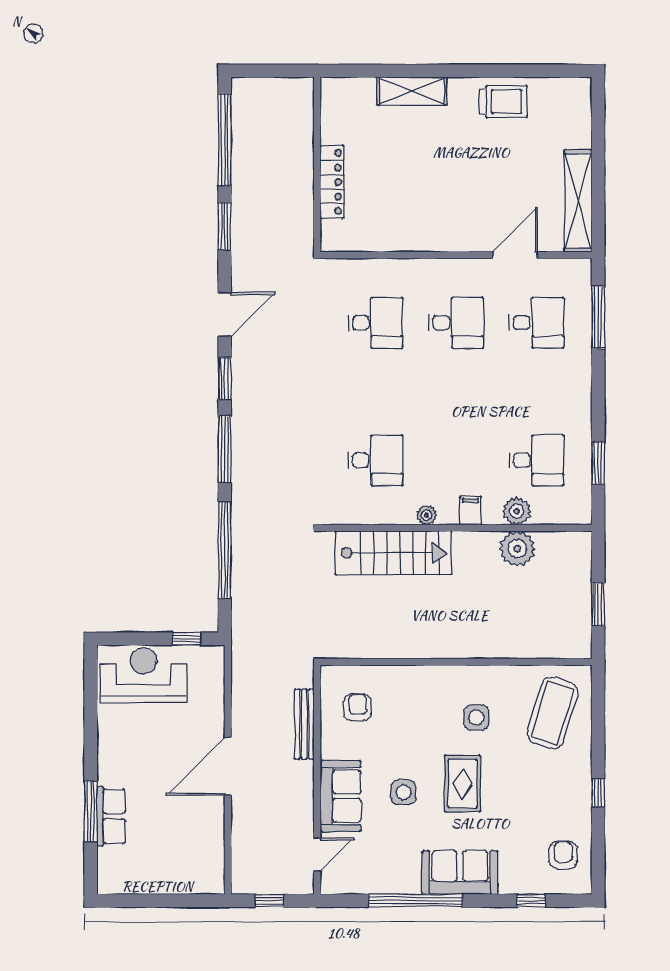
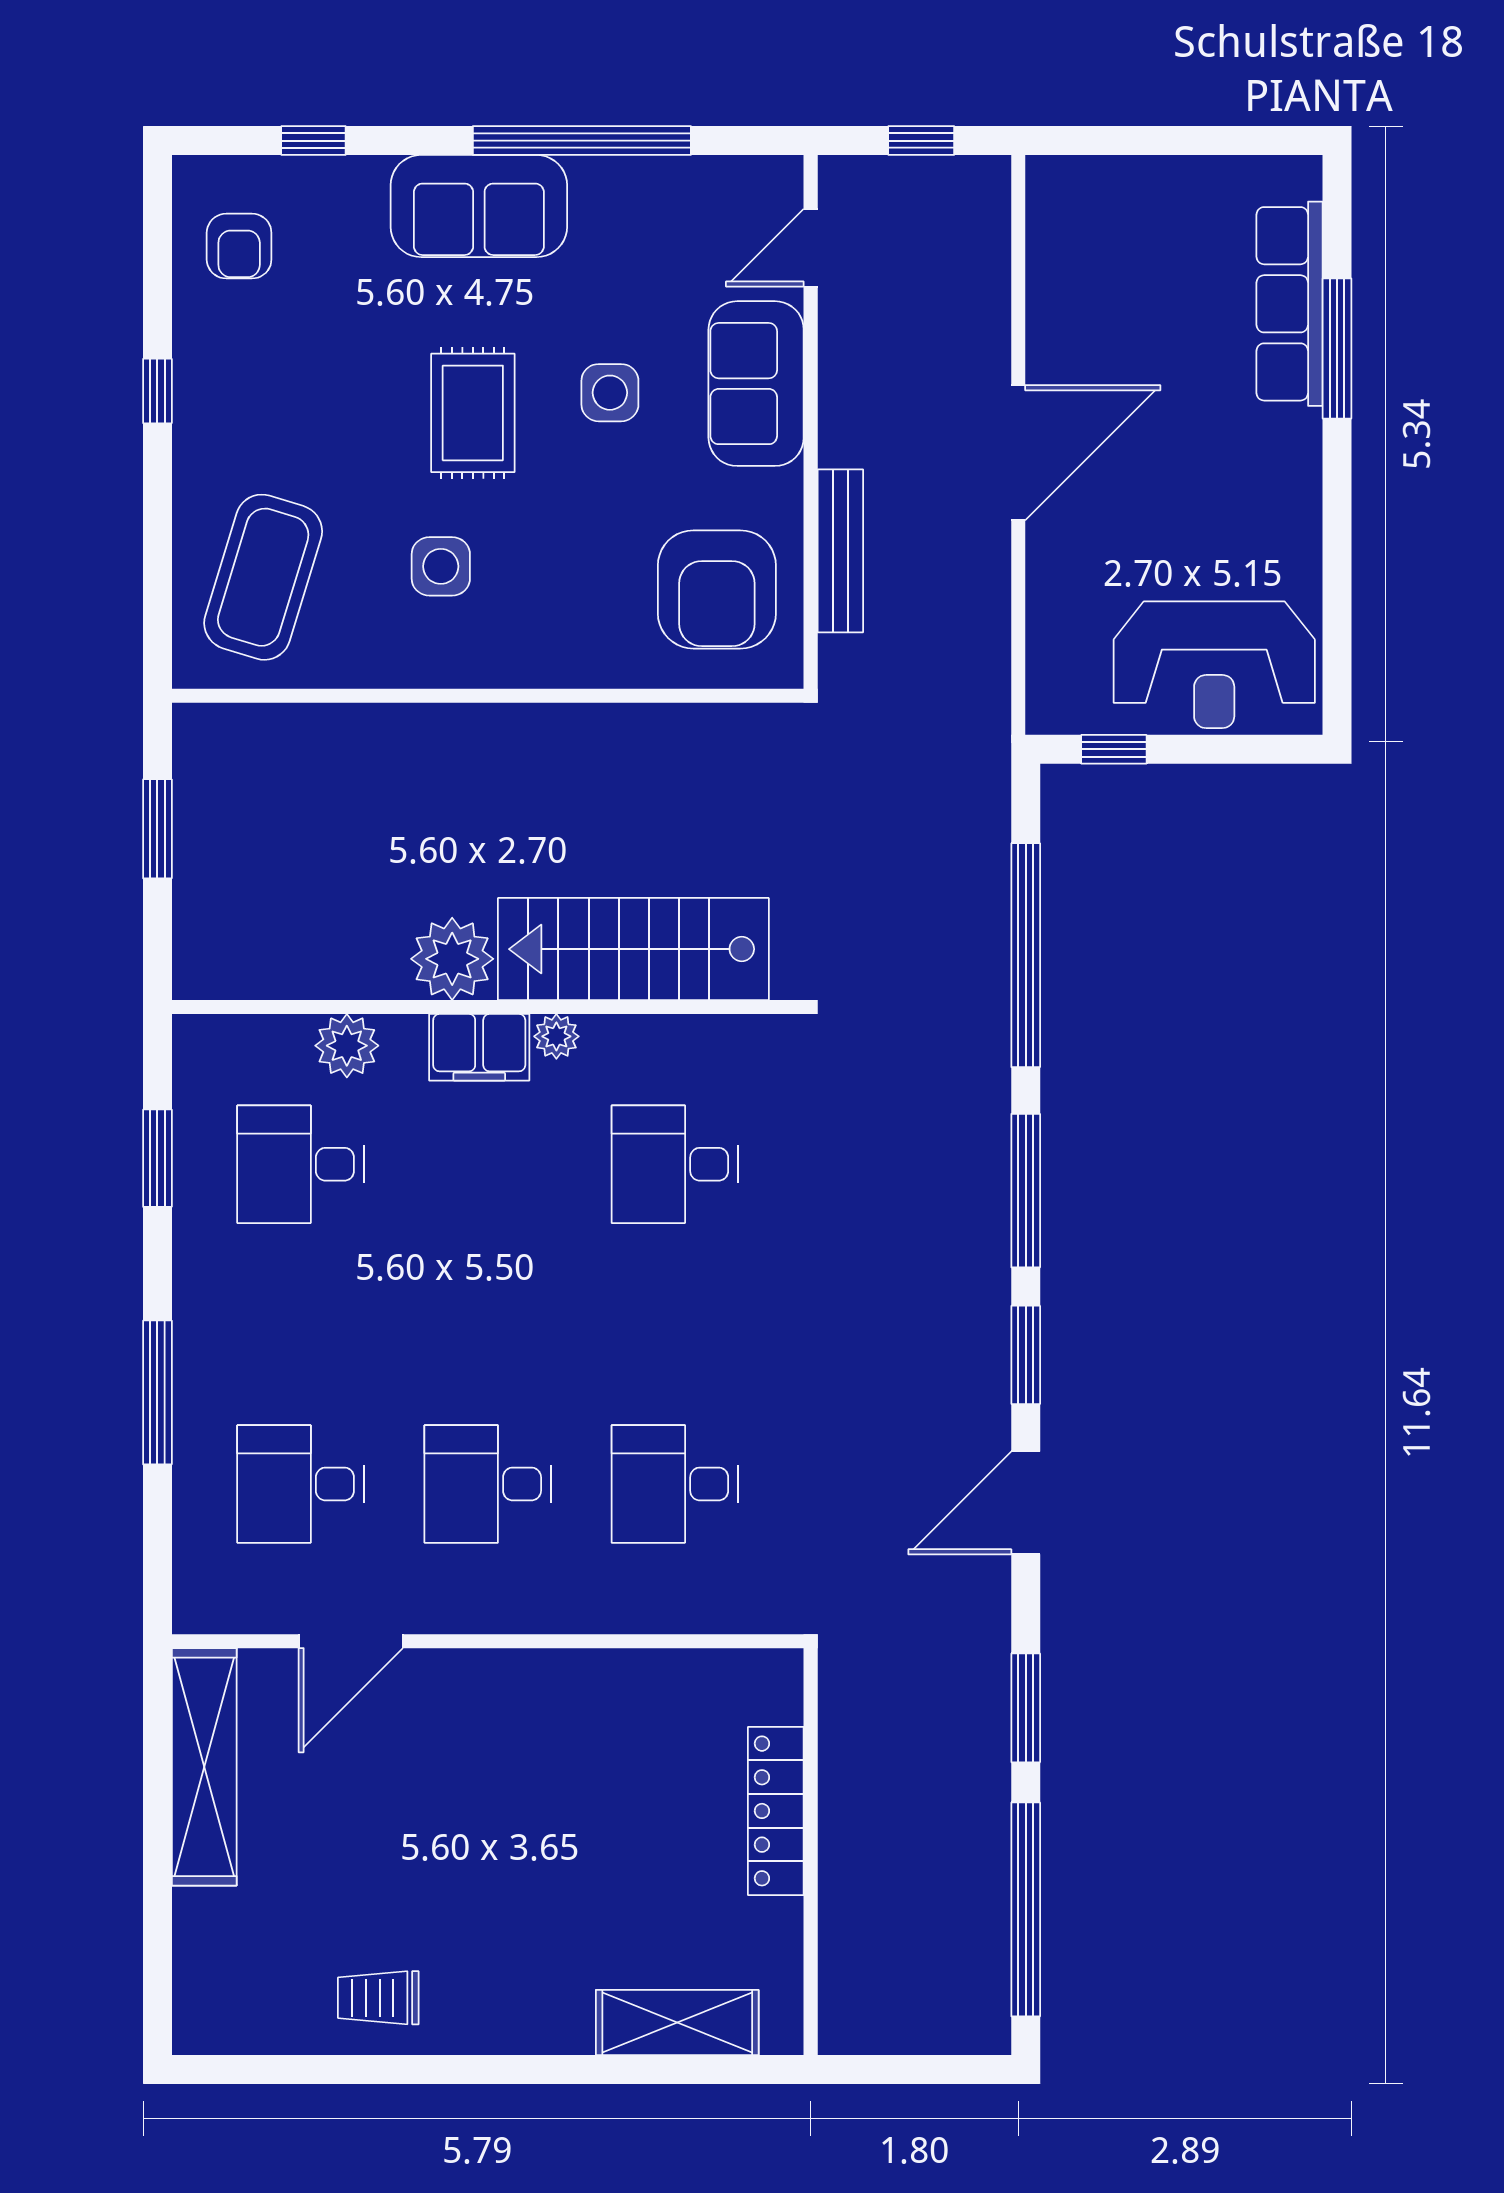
shelving: (412, 91) -> (677, 2023), moved
trolley: (503, 102) -> (378, 1998), width x0.73, depth x0.72
window: (598, 317) -> (157, 1392), moved
filing cabinet: (470, 511) -> (479, 1047), width x2.00
plant: (517, 549) -> (452, 959), moved
armchair: (357, 708) -> (717, 589), width x1.88, depth x1.88
row of seats: (111, 816) -> (1290, 304), width x1.48

